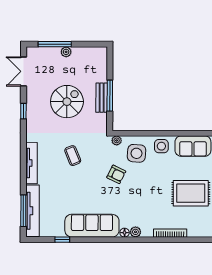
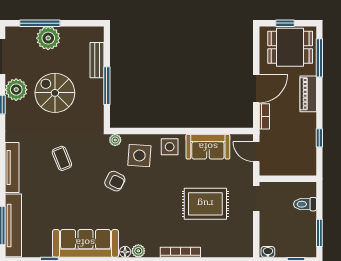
plant: (66, 52) -> (48, 38), width x1.88, depth x1.88
bench: (102, 98) -> (97, 60), moved
plant: (35, 99) -> (16, 90), added
spiral stairs: (67, 102) -> (55, 93), turned -90

